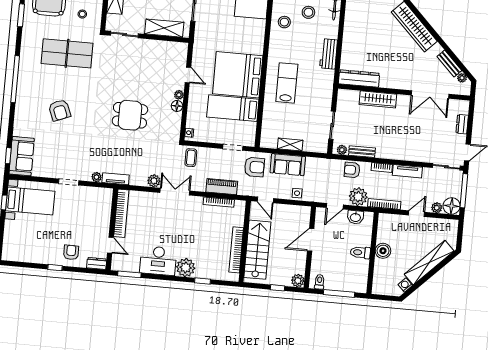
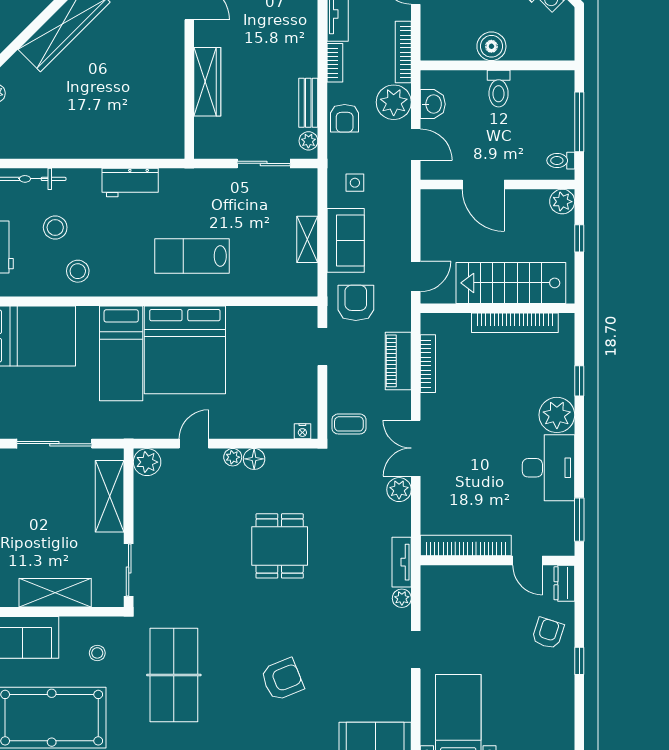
plant: (181, 49) -> (147, 462), added
dresser: (359, 78) -> (171, 121), removed
bed: (233, 108) -> (121, 353), moved
side table: (297, 193) -> (355, 183), moved
door: (110, 245) -> (528, 560), swing flipped
armchair: (71, 252) -> (548, 633), turned 108

